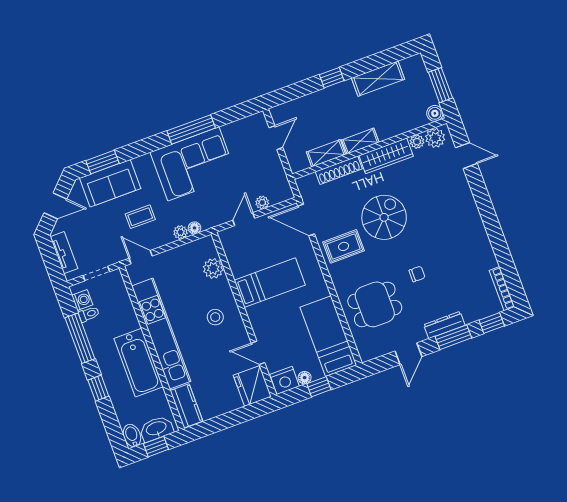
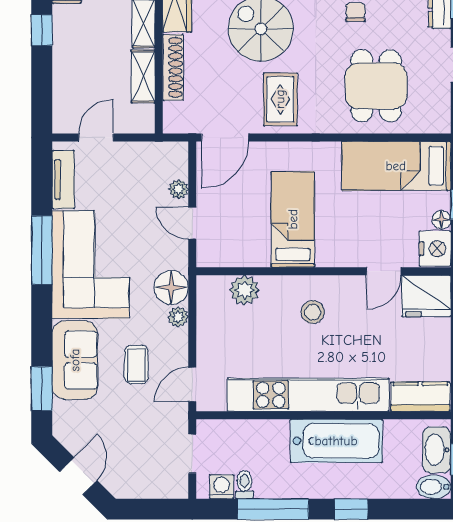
door: (276, 138) -> (96, 137), hinge flipped
sofa: (110, 183) -> (75, 360), moved
floor lamp: (194, 228) -> (171, 287), width x1.89, depth x1.89
tv unit: (64, 253) -> (63, 179), moved, turned 90

